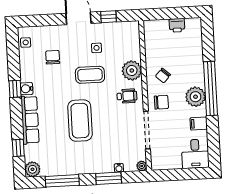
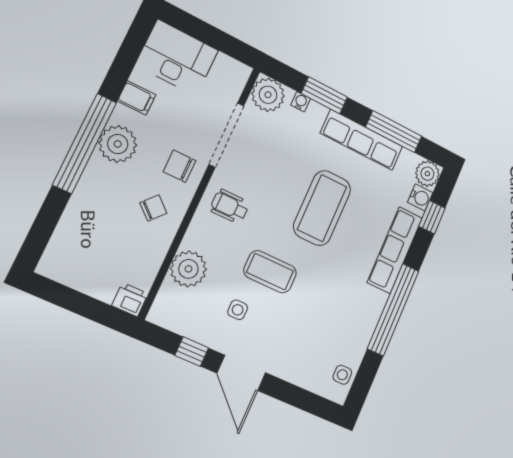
printer: (177, 25) -> (130, 300), moved
chair: (53, 57) -> (313, 330), removed
plant: (132, 70) -> (188, 269), moved
window: (15, 89) -> (393, 310), width x3.17
water cooler: (27, 89) -> (420, 197), moved
desk: (195, 154) -> (177, 58), width x1.37
plant: (142, 166) -> (268, 95), width x1.88, depth x1.88
row of seats: (77, 167) -> (362, 140), added

